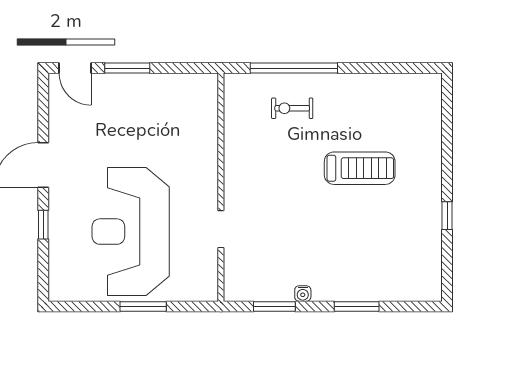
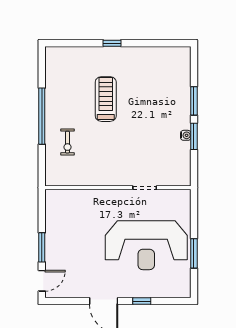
window: (294, 68) -> (42, 116), moved
window: (447, 216) -> (112, 43), moved
window: (143, 306) -> (194, 253), moved
window: (274, 306) -> (194, 136), moved

